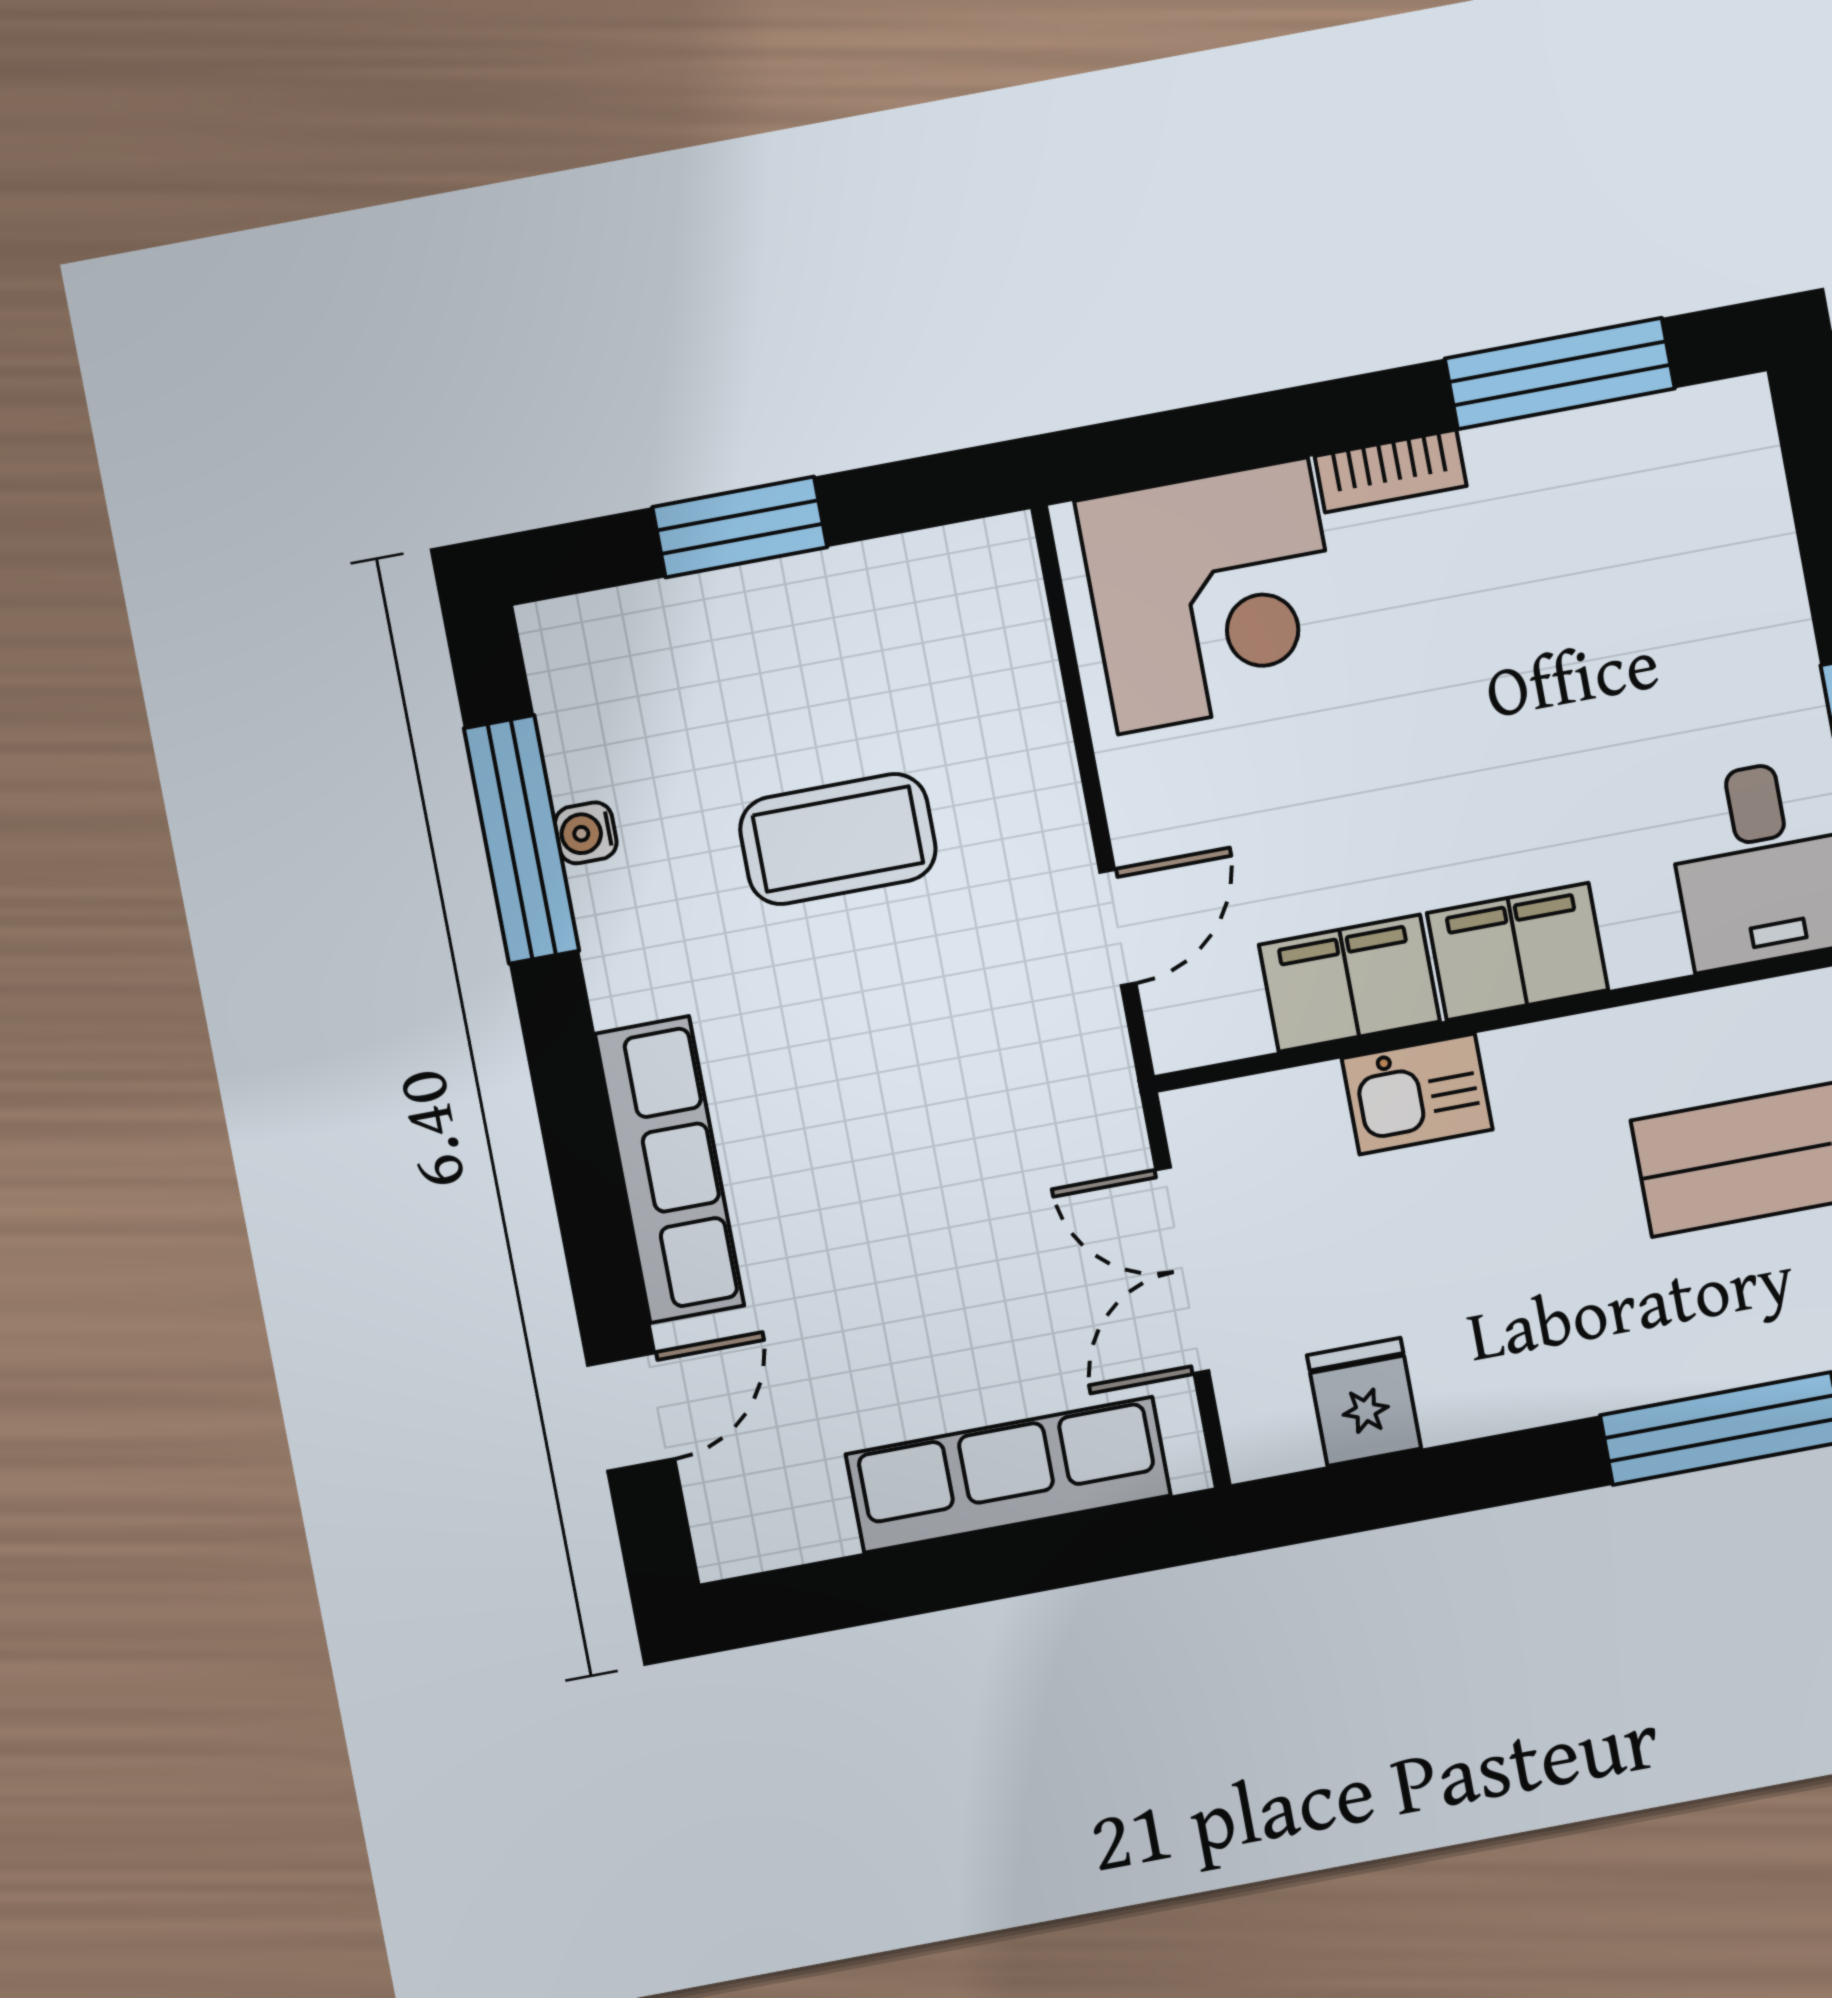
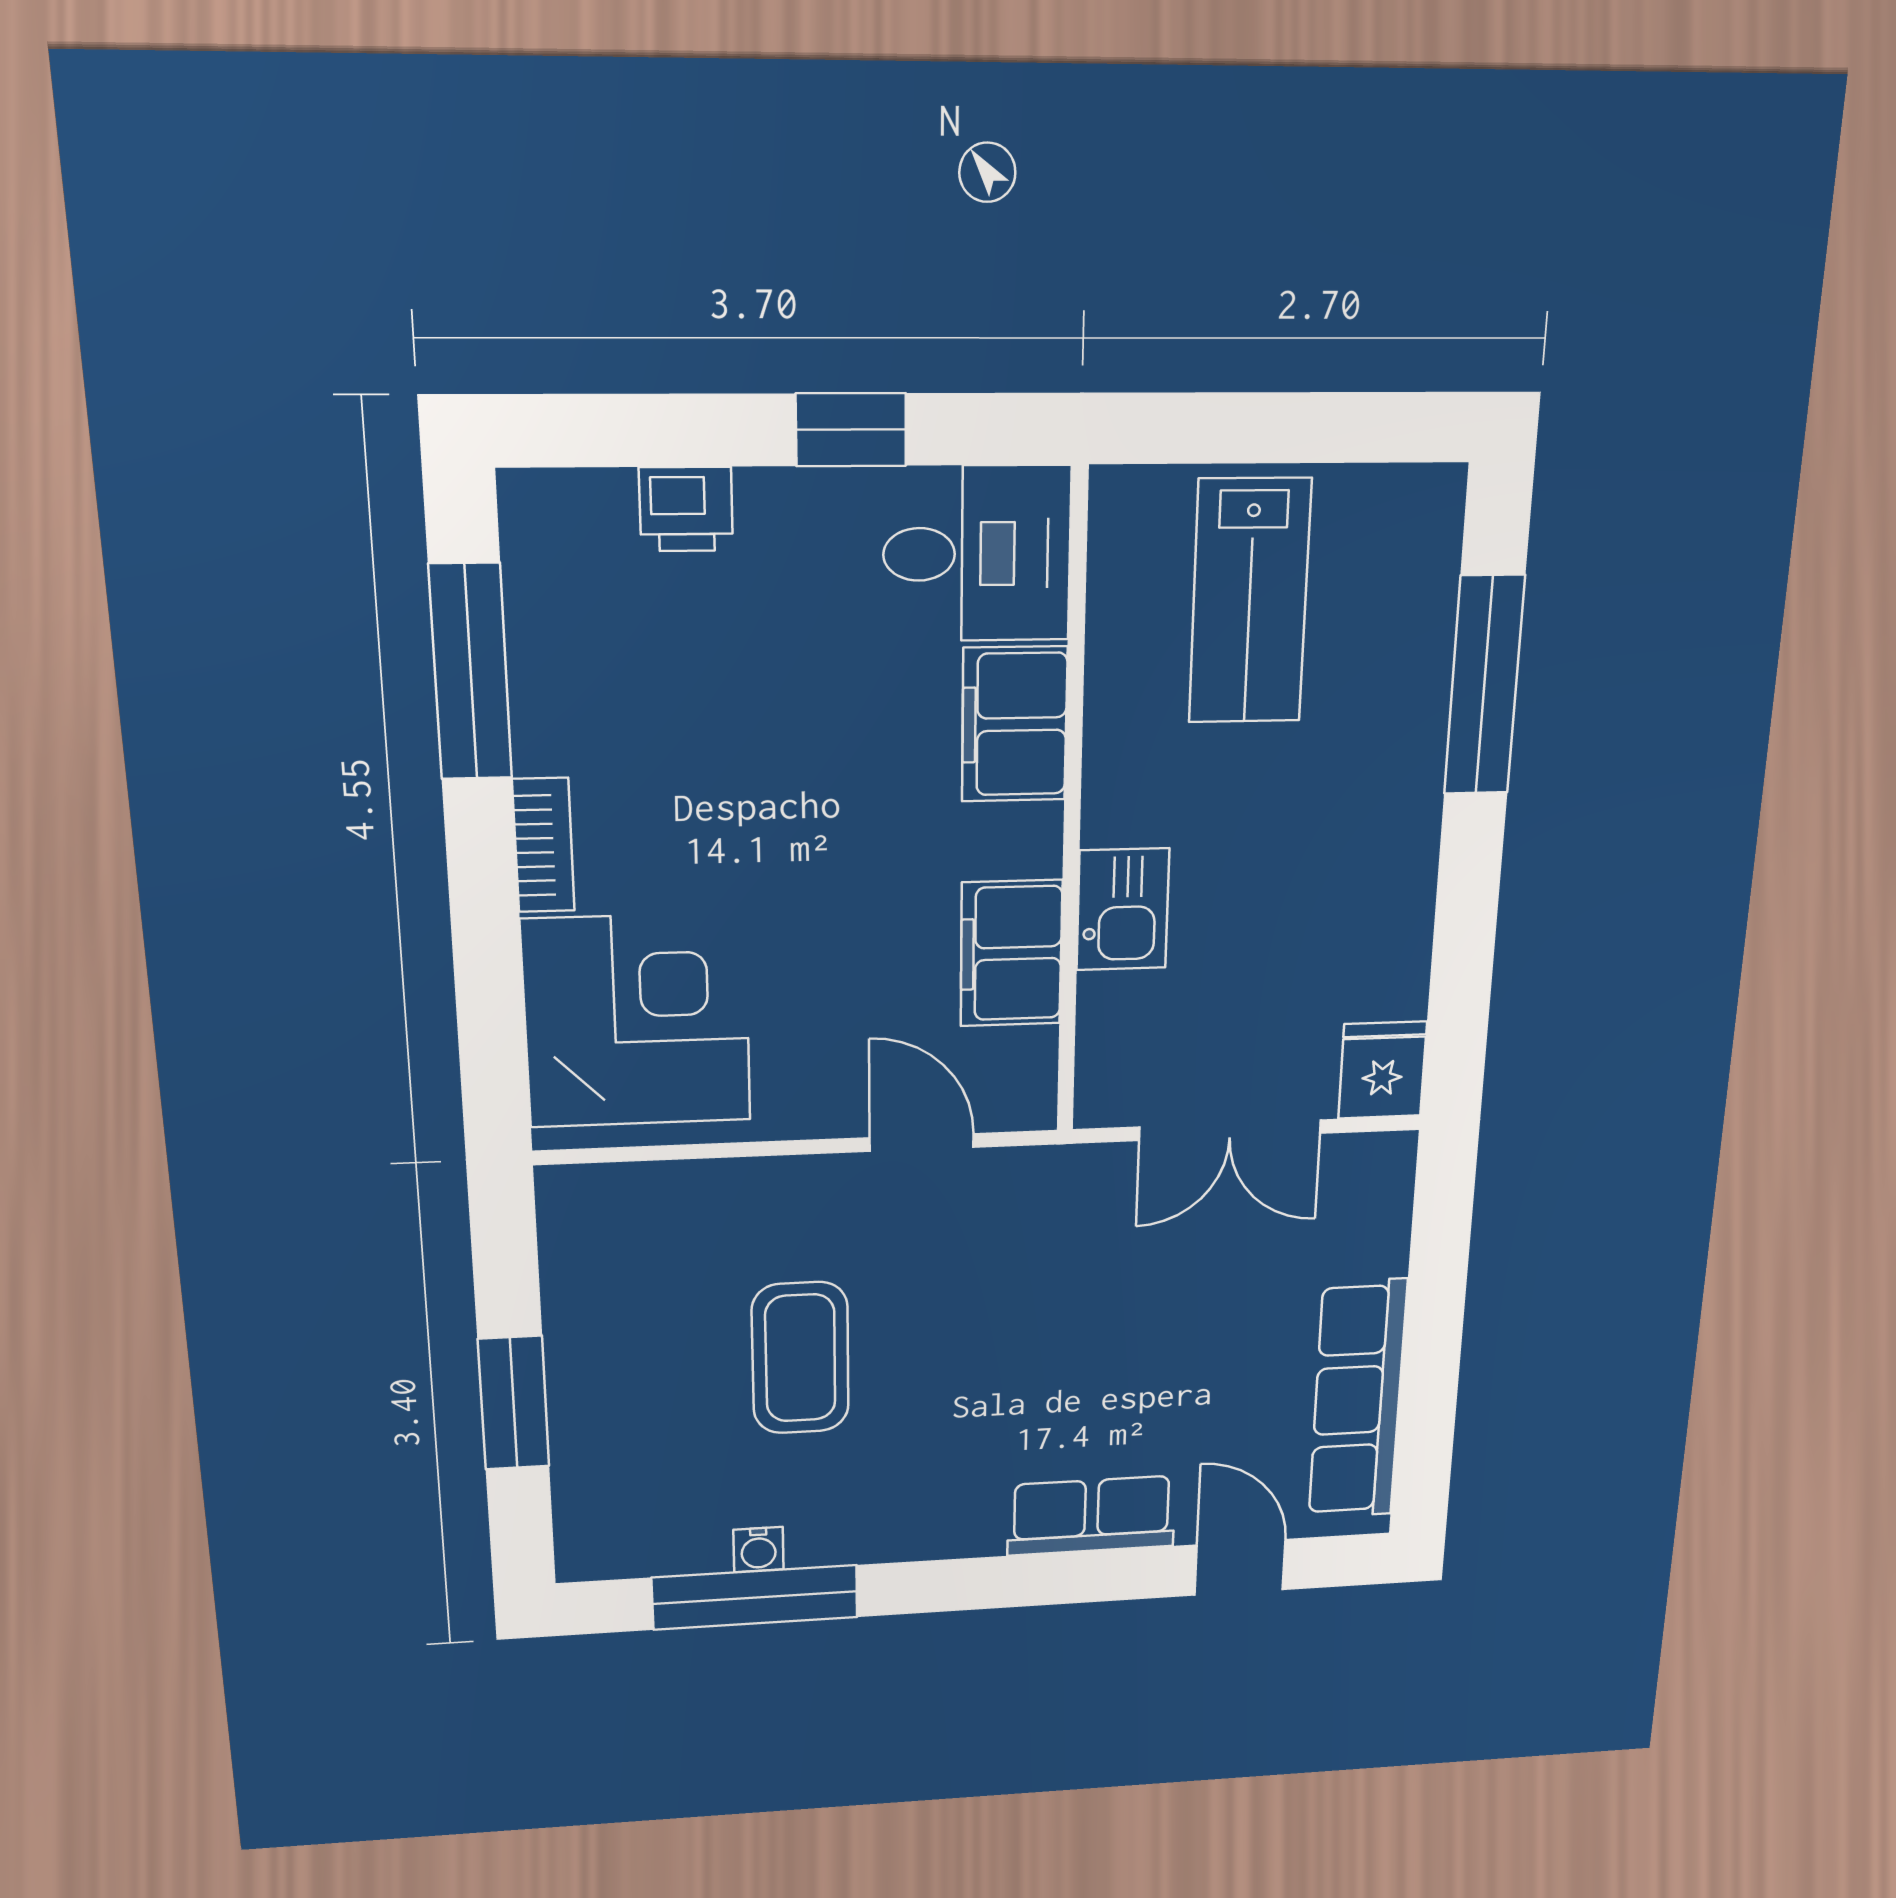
printer: (1759, 563) -> (686, 509), added
filing cabinet: (1518, 952) -> (1015, 724), moved
row of seats: (670, 1170) -> (1091, 1516), width x0.68
fridge: (1364, 1402) -> (1383, 1070), moved, turned 90
row of seats: (1008, 1475) -> (1358, 1400), moved

